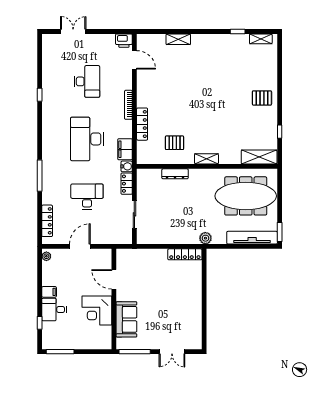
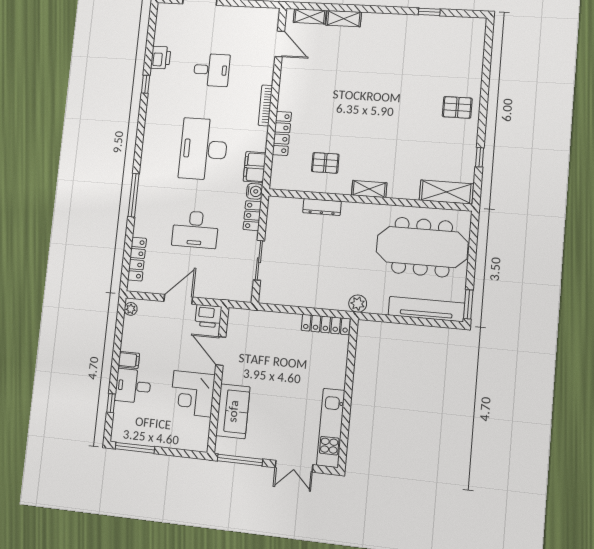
shelving: (261, 39) -> (310, 16), moved
printer: (124, 41) -> (161, 58), moved, turned -90
desk: (87, 81) -> (212, 70), width x0.73
desk: (87, 196) -> (195, 229), turned 180
printer: (103, 256) -> (208, 316), added
kitchen unit: (195, 323) -> (331, 428), added

